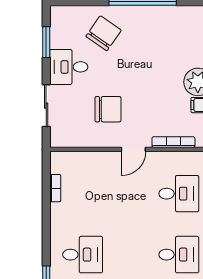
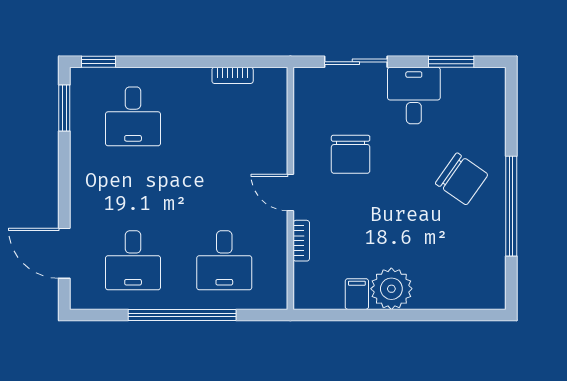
chair: (104, 33) -> (462, 179), moved
bookcase: (173, 142) -> (301, 241), width x0.64

